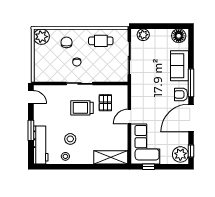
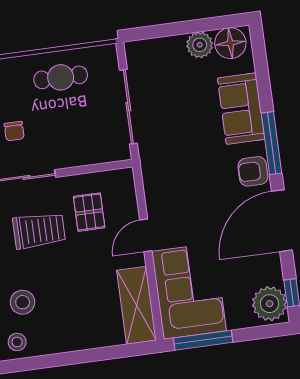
plant: (143, 35) -> (200, 45), moved
trolley: (82, 108) -> (39, 231), turned 180
shelving: (111, 157) -> (136, 305), moved, turned 90
window: (149, 167) -> (203, 340), width x2.17

